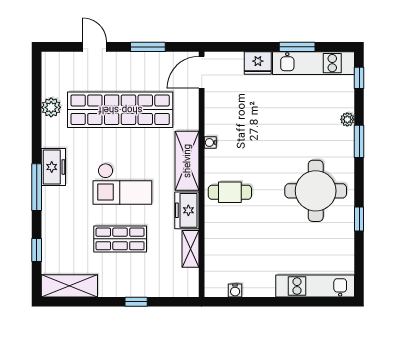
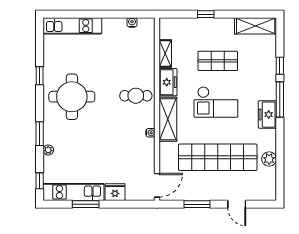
checkout: (122, 184) -> (216, 102), turned 180
window: (37, 250) -> (280, 66), moved

